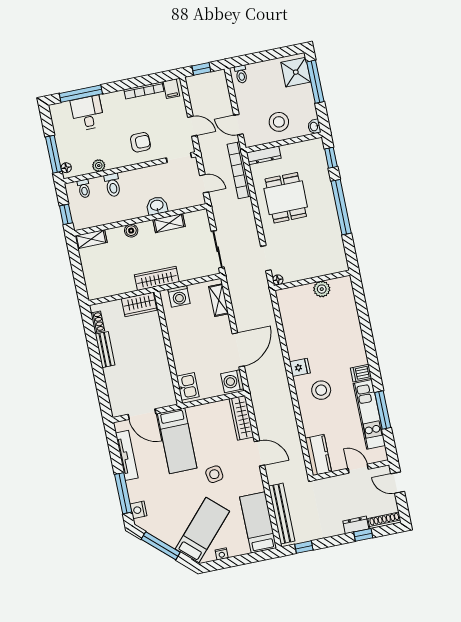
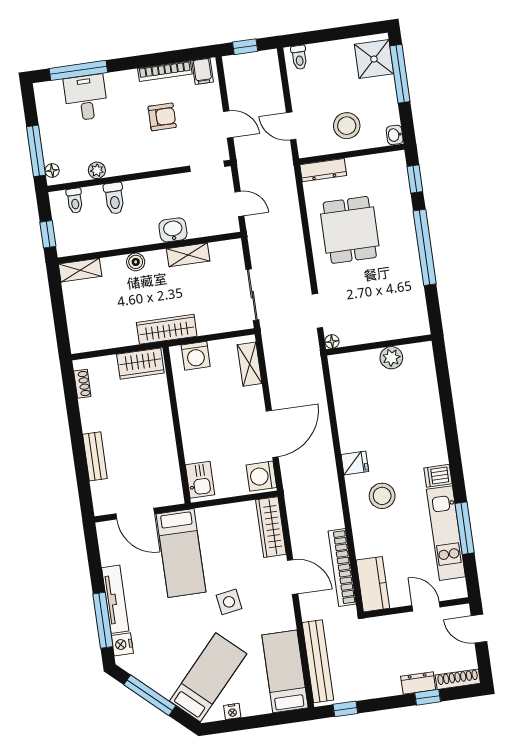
armchair: (140, 142) -> (162, 117), moved
bookcase: (239, 170) -> (342, 567), moved
bench: (105, 350) -> (95, 456), moved
tv unit: (127, 455) -> (115, 599), moved

